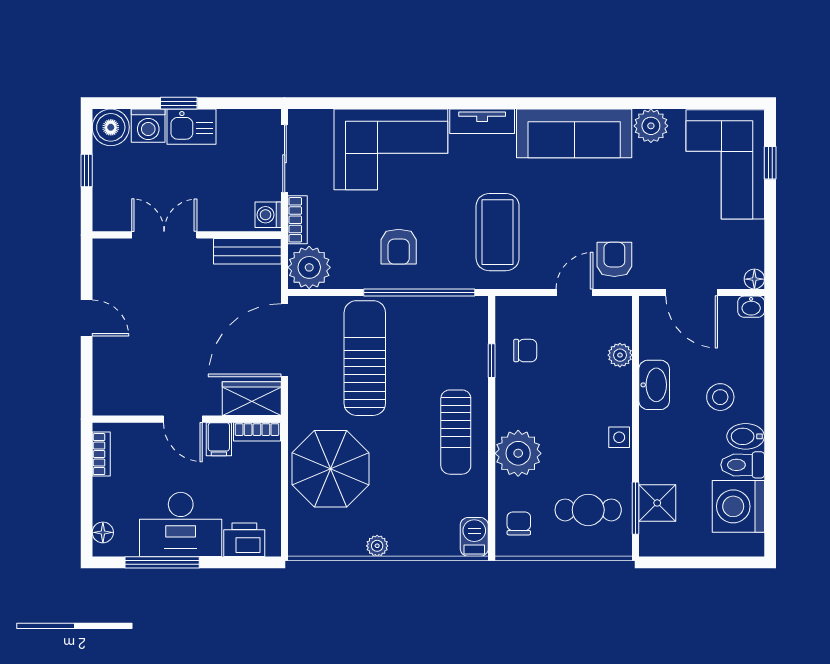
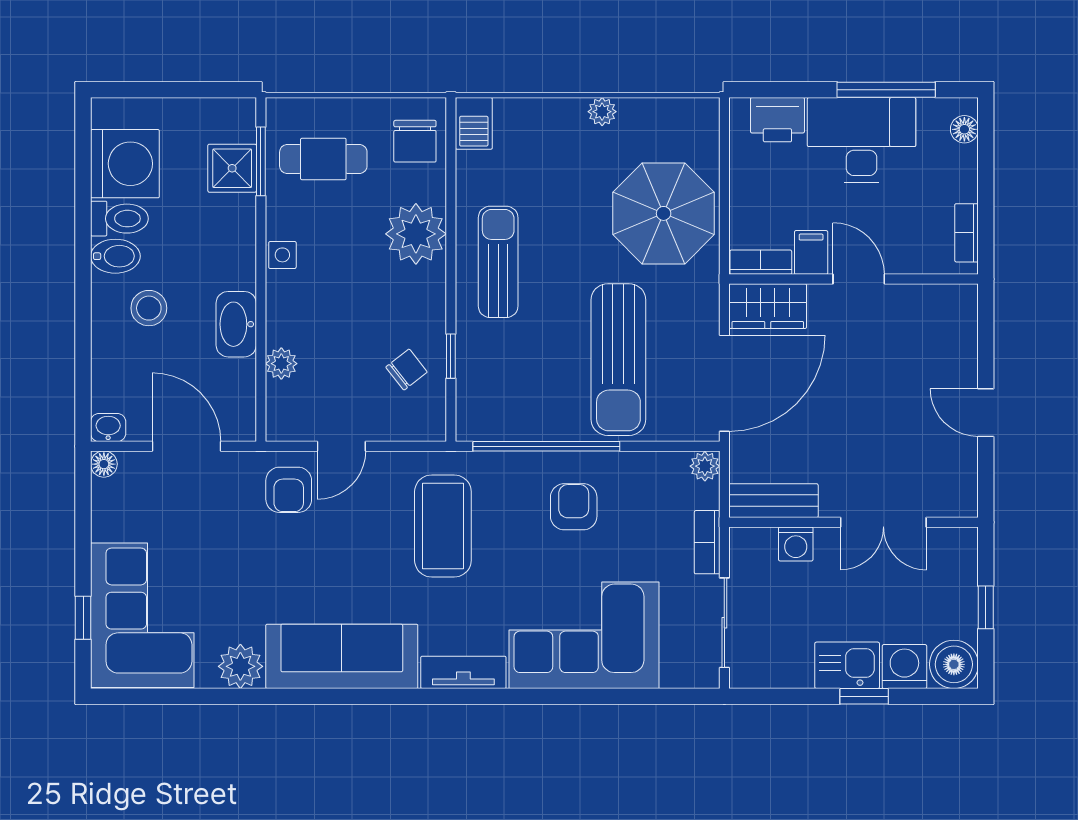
washing machine: (268, 215) -> (796, 544), moved, turned 90
plant: (309, 267) -> (705, 466), width x0.53, depth x0.53
chair: (525, 351) -> (406, 370), turned 142
chair: (519, 523) -> (415, 141), width x1.37, depth x1.37

